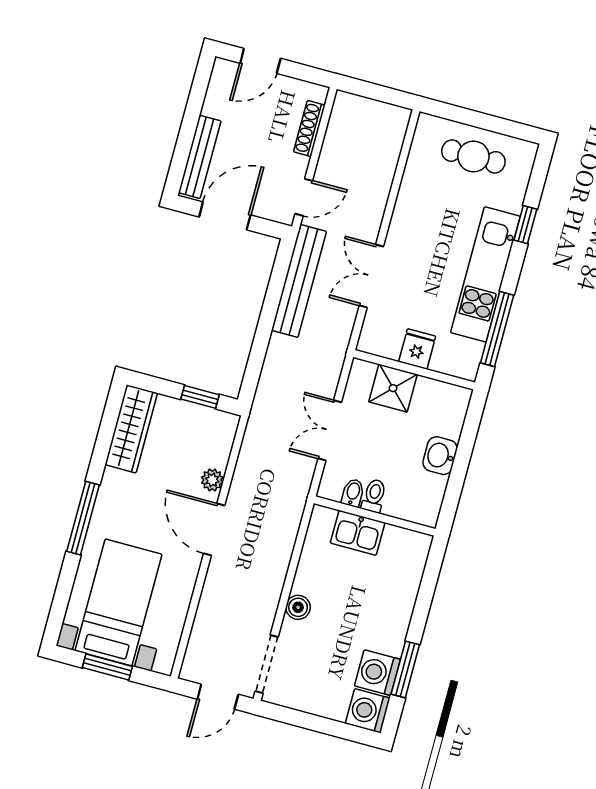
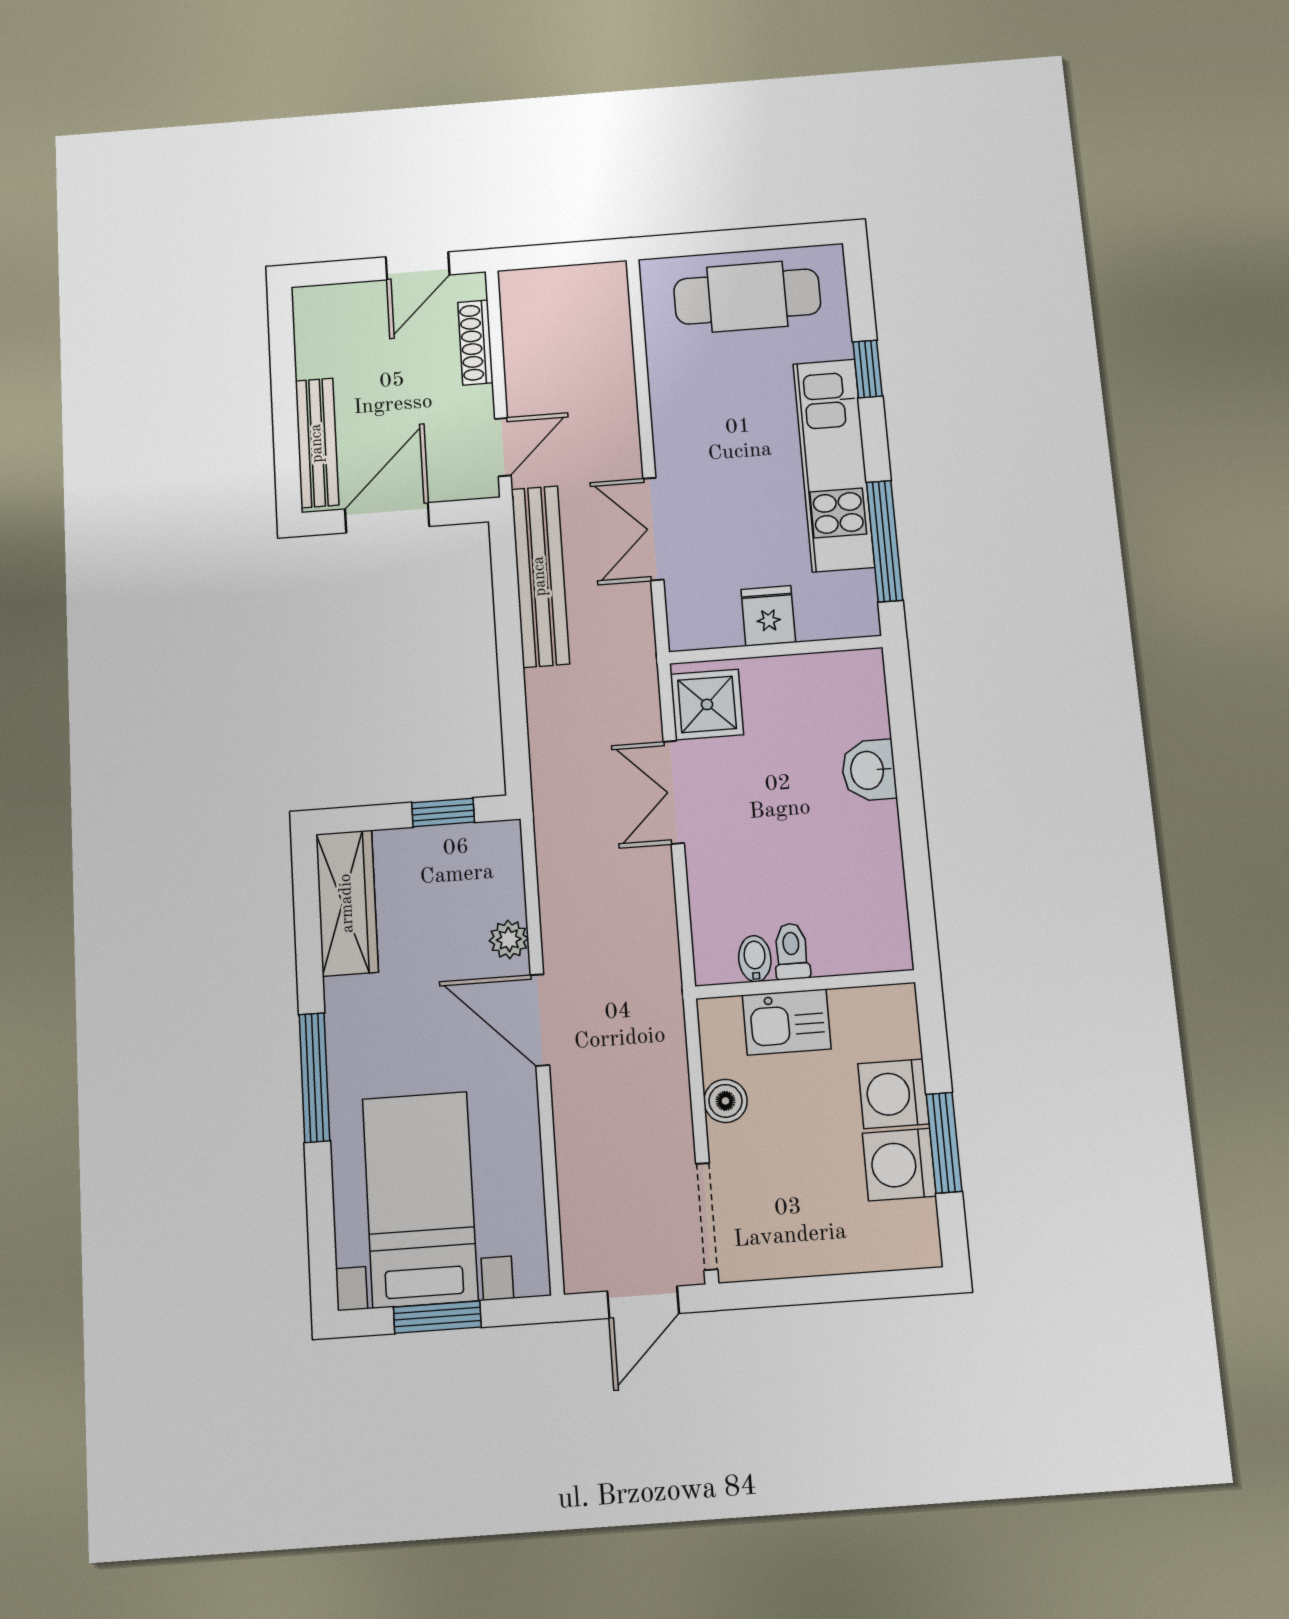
door: (260, 61) -> (418, 266), moved
cafe table: (473, 156) -> (747, 297), width x1.37, depth x1.35
shower: (393, 388) -> (707, 704), moved
bidet: (353, 493) -> (755, 959), moved
toilet: (374, 496) -> (792, 951), moved
wall: (375, 516) -> (805, 984), moved
kitchen sink: (358, 533) -> (787, 1022), moved
washing machine: (368, 711) -> (894, 1094), moved

